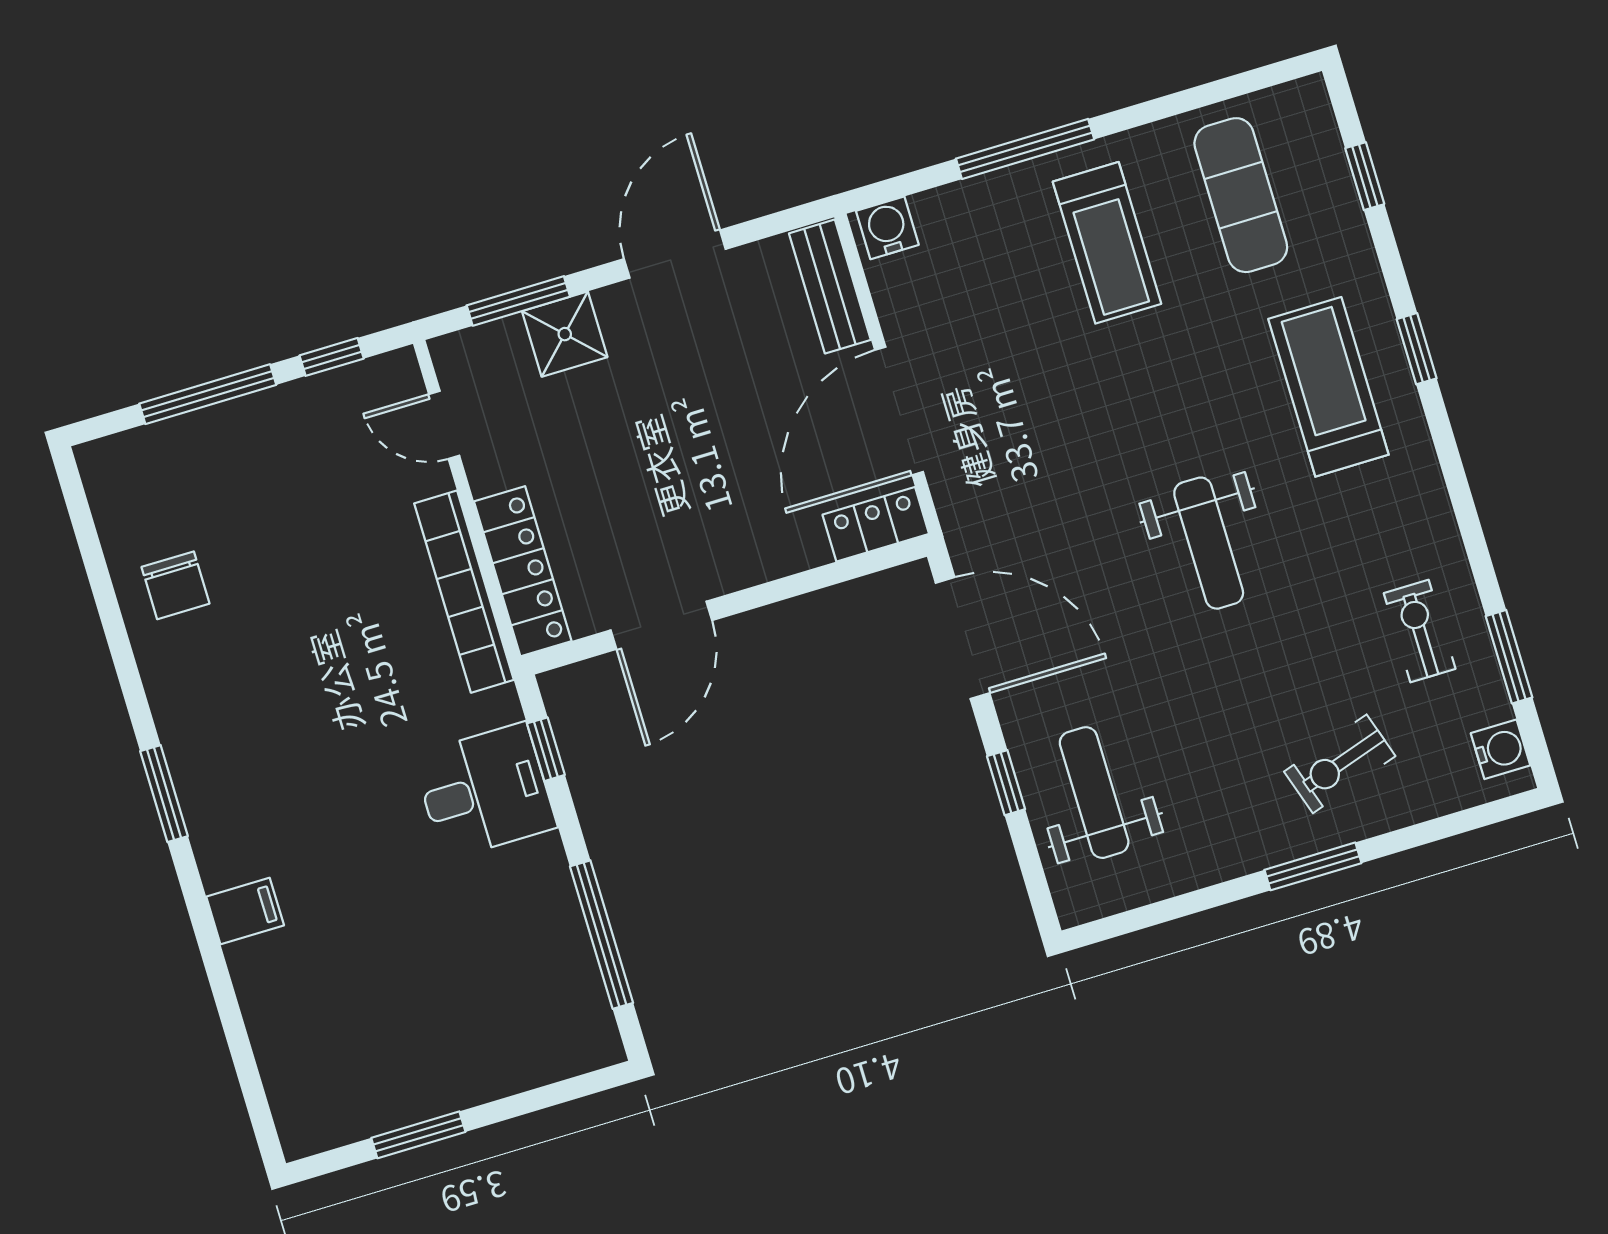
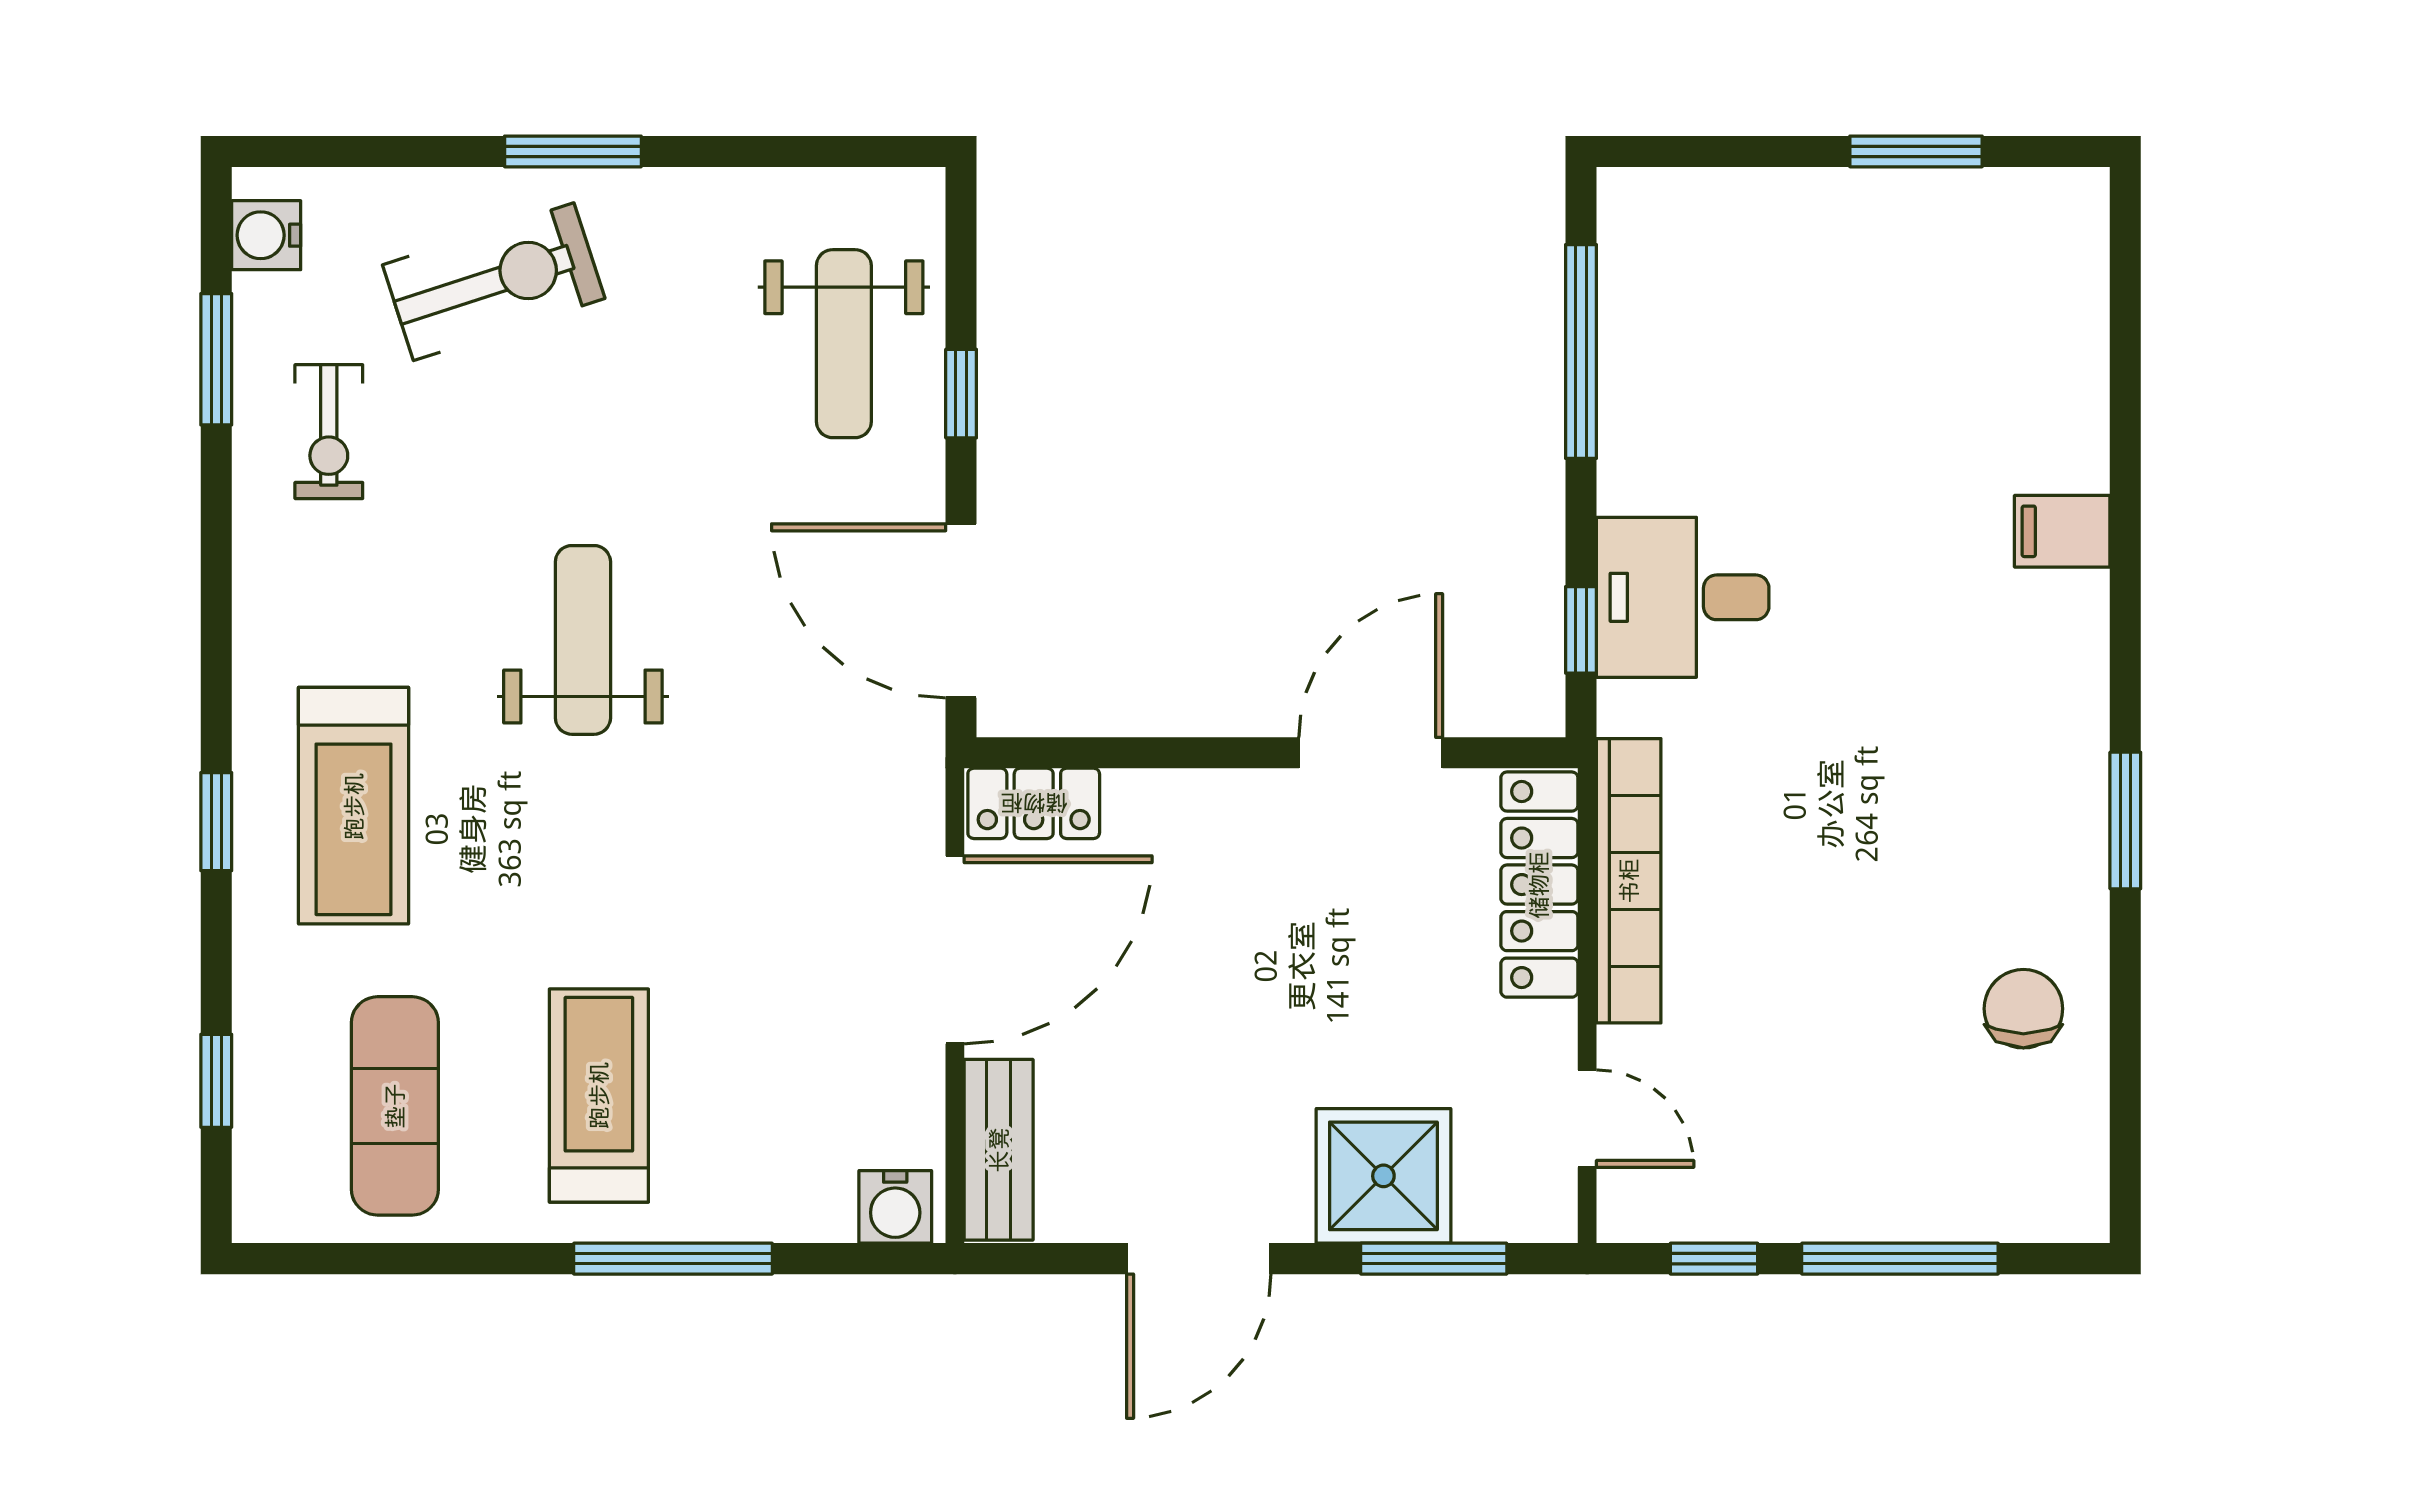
shower: (565, 334) -> (1383, 1176), width x1.36, depth x1.36
exercise bike: (1340, 764) -> (494, 282), width x1.38, depth x1.39
window: (164, 794) -> (2125, 821), moved

